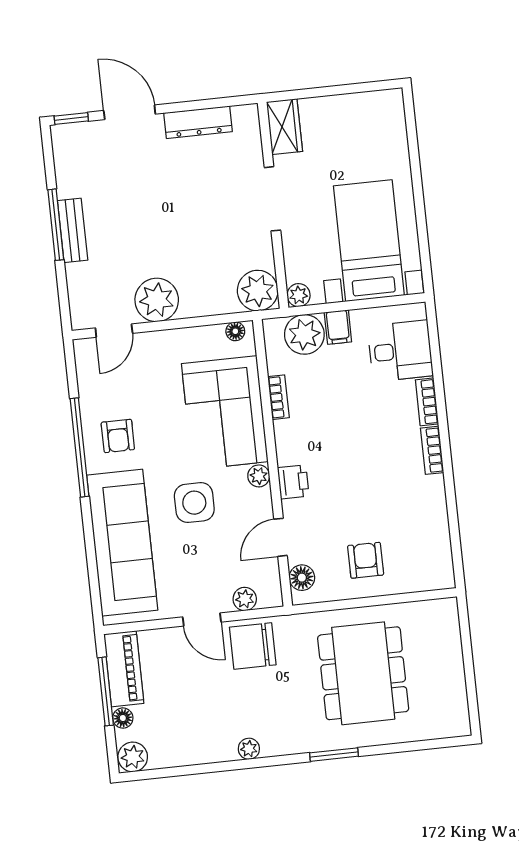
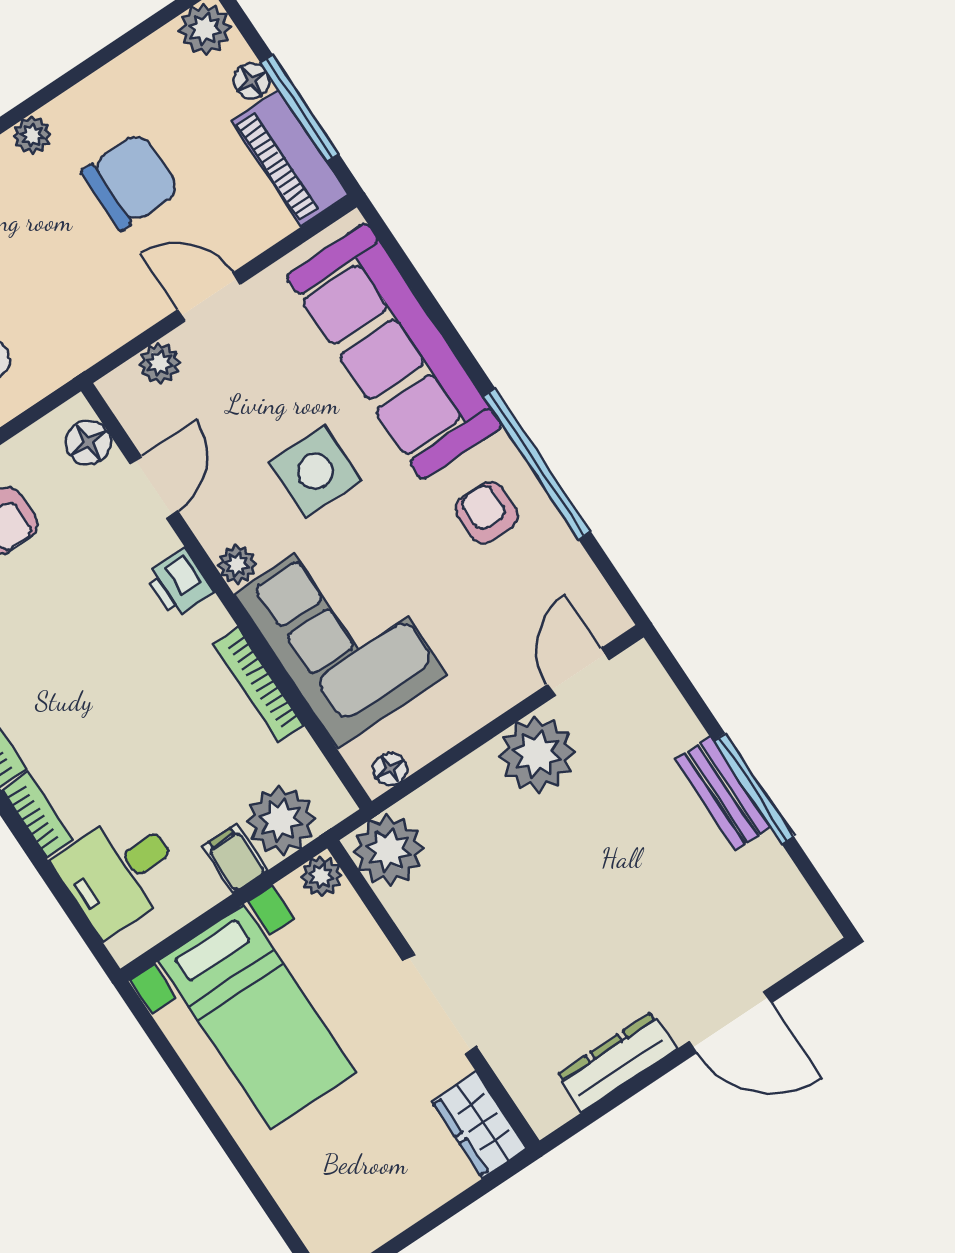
window: (71, 118) -> (815, 965), removed
bookcase: (278, 397) -> (259, 685), width x1.56
chair: (253, 646) -> (131, 181), moved

